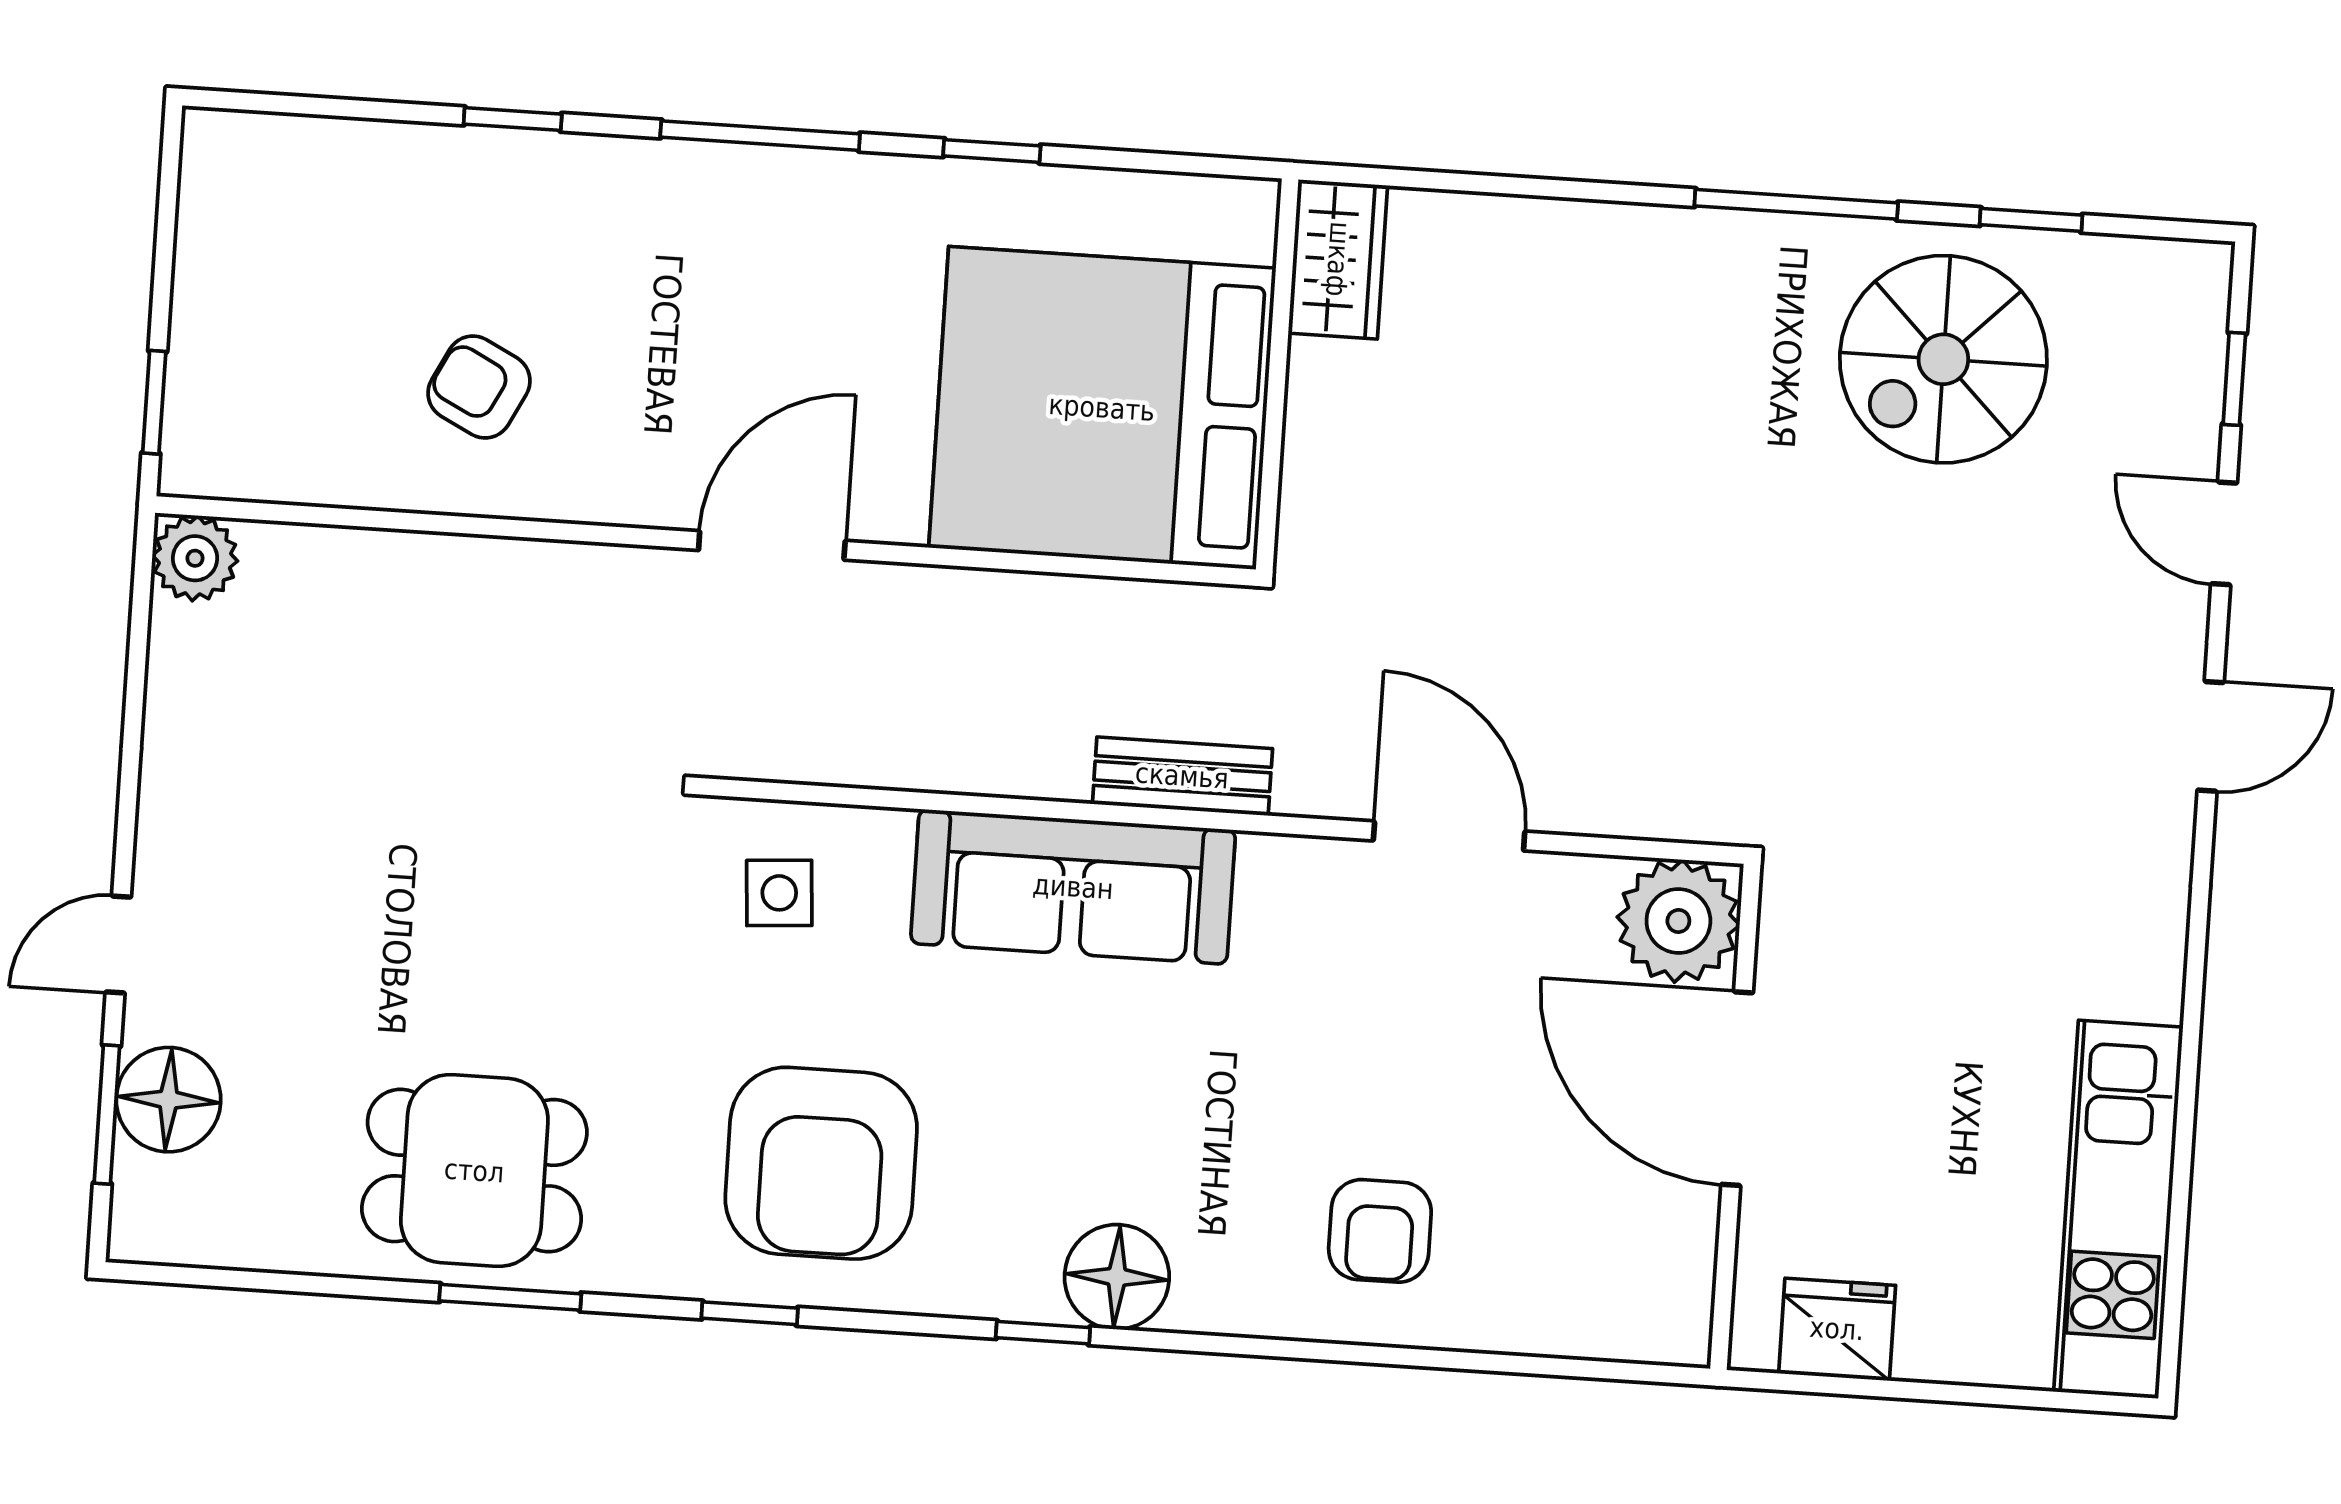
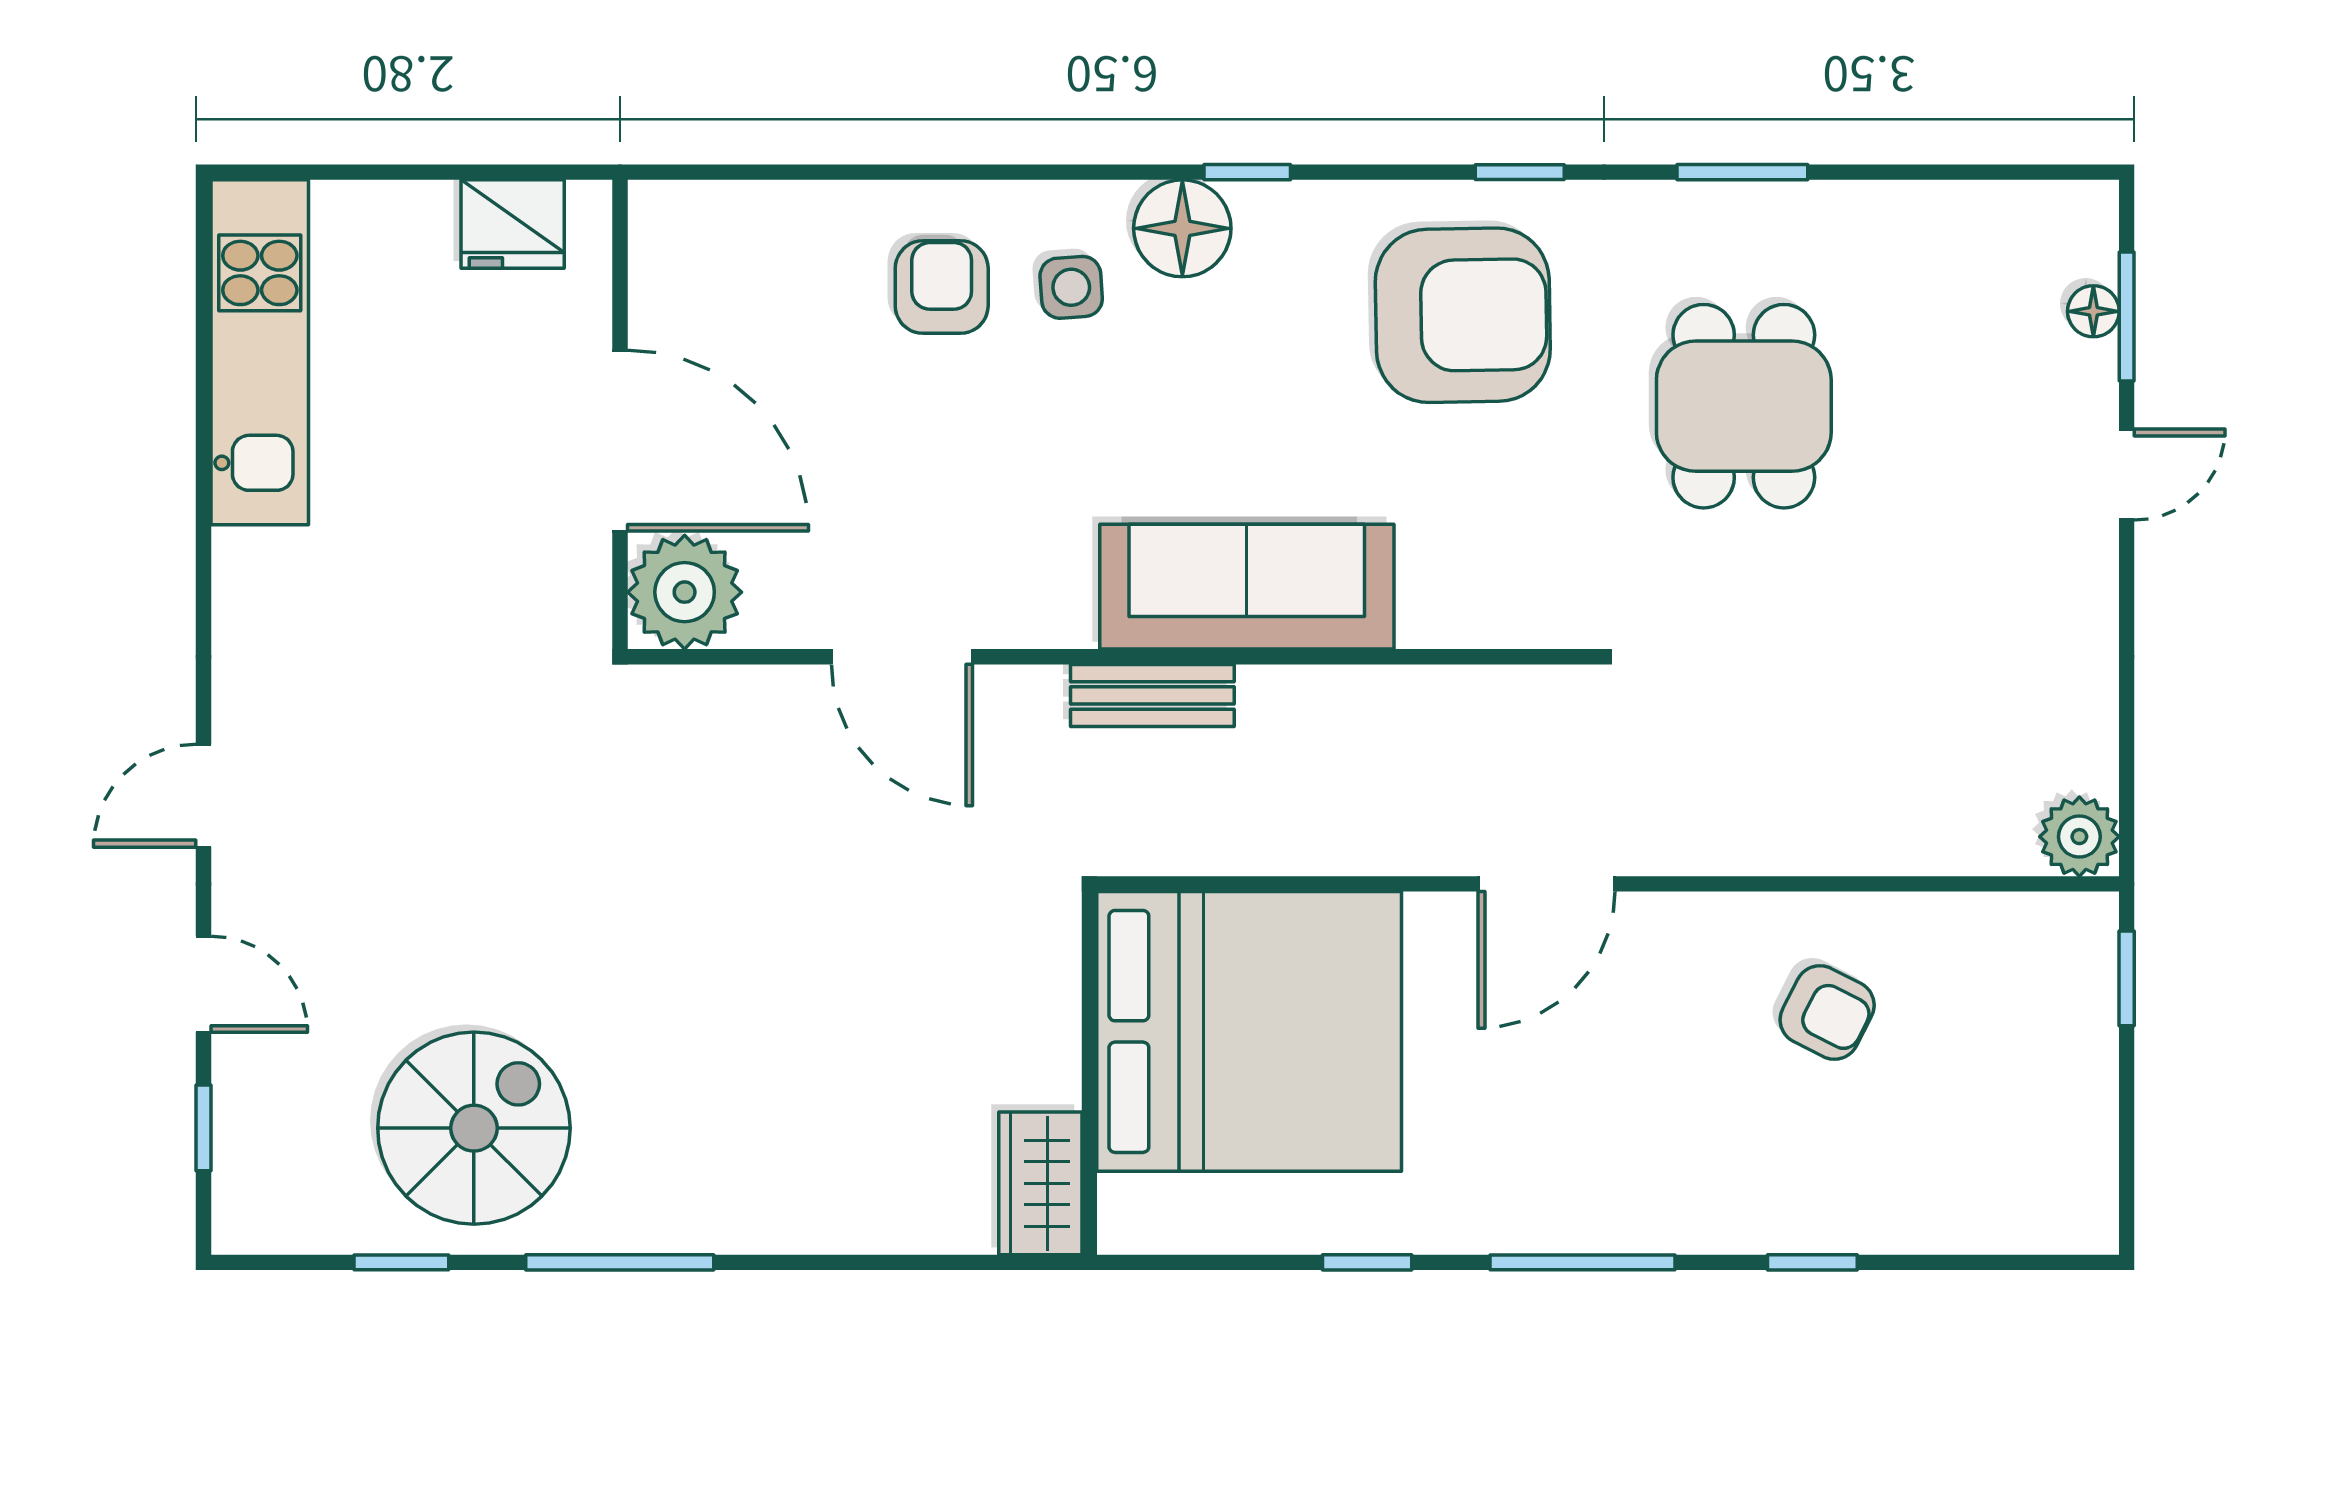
side table: (779, 893) -> (1071, 287), moved
floor lamp: (169, 1100) -> (2093, 311), width x0.53, depth x0.53
armchair: (821, 1163) -> (1463, 315), turned 89
dining table: (474, 1171) -> (1744, 406), moved, turned 90

